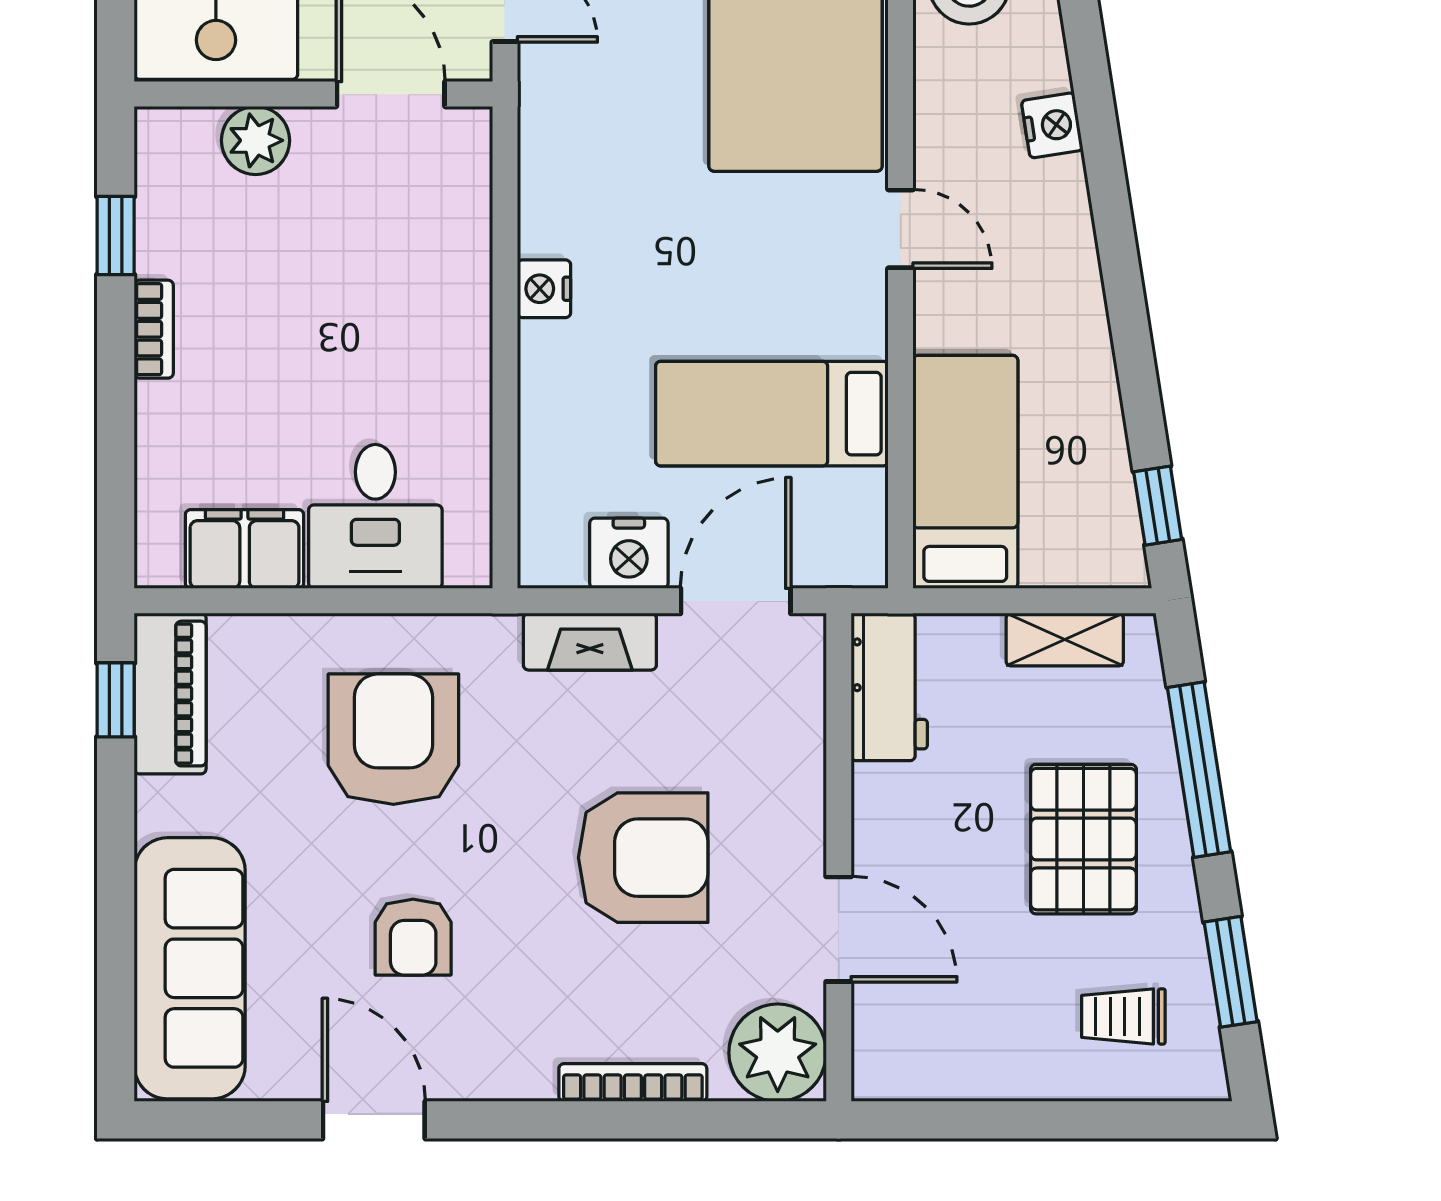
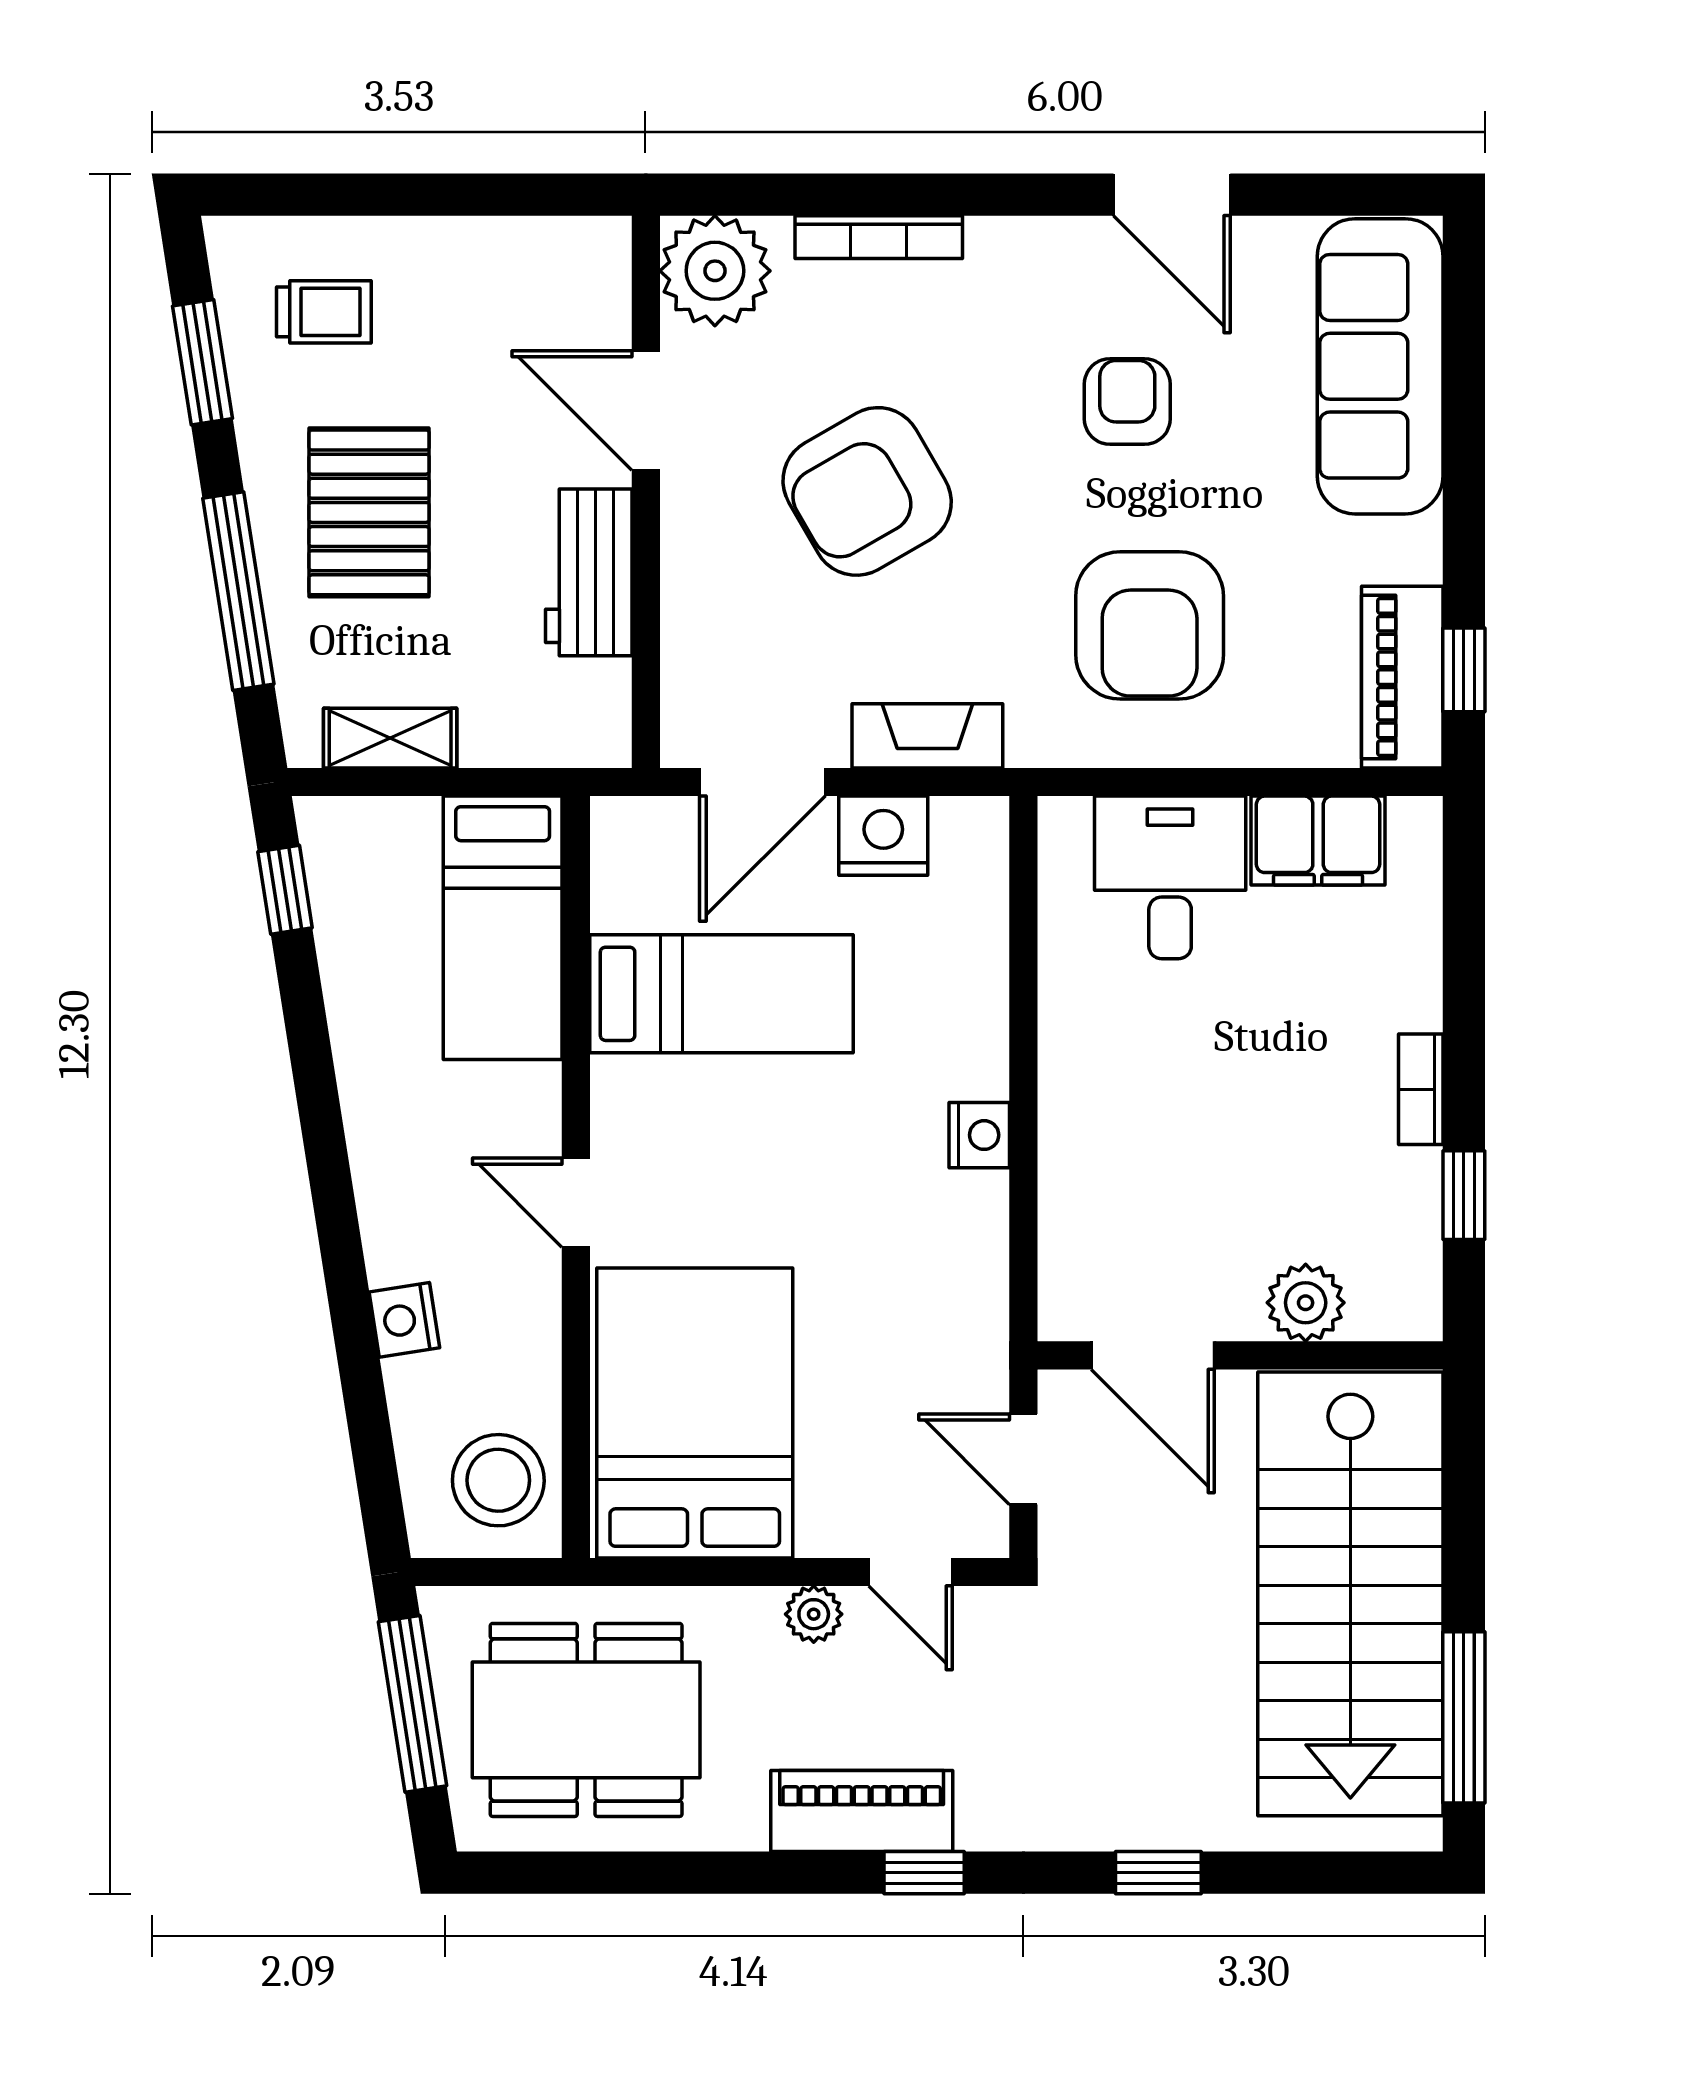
workbench: (889, 687) -> (589, 572), moved
armchair: (643, 858) -> (867, 491), turned -30

